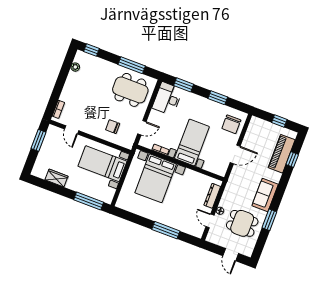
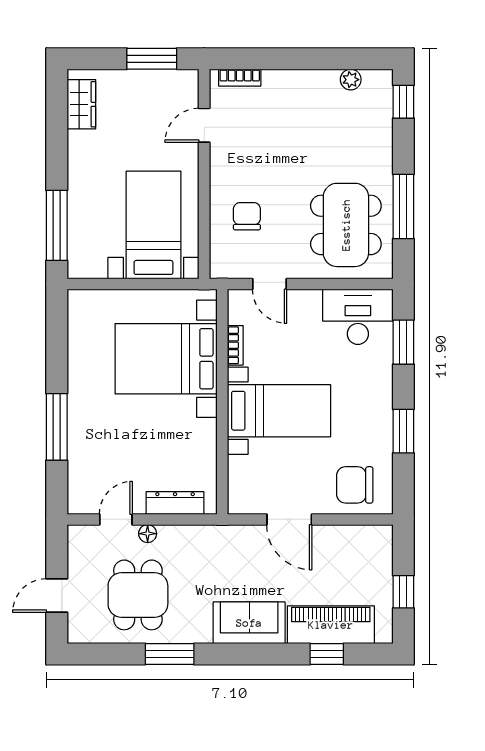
wardrobe: (56, 178) -> (81, 104), moved
sofa: (265, 195) -> (249, 623), moved

